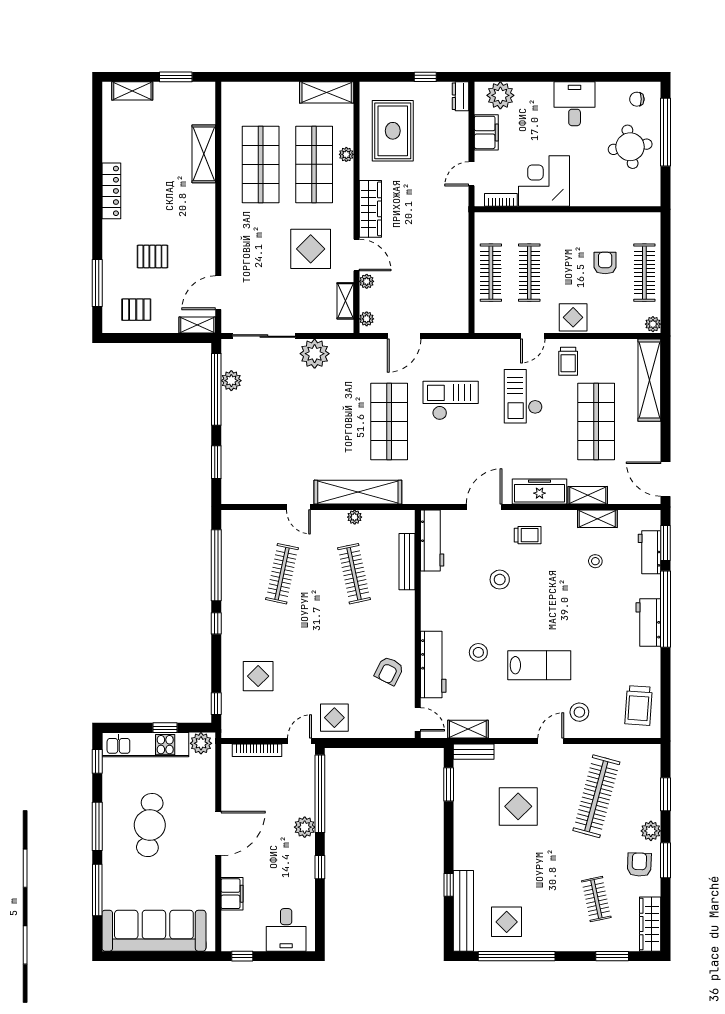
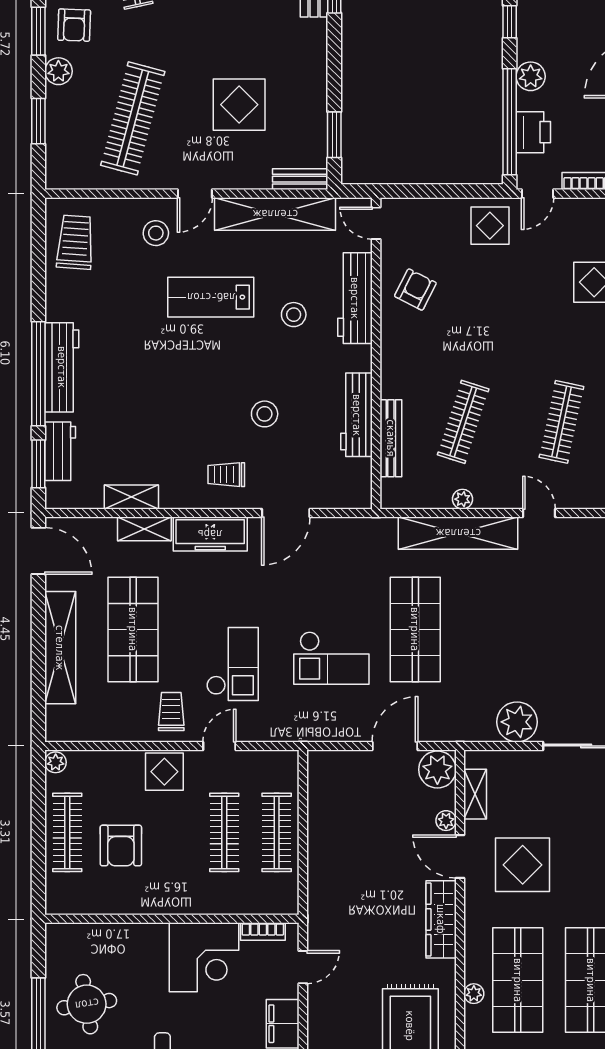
armchair: (605, 263) -> (121, 845), width x1.38, depth x1.38
plant: (367, 319) -> (437, 770), width x1.88, depth x1.88
shelving: (649, 380) -> (60, 648), moved
workbench: (432, 540) -> (357, 415), moved
stool: (595, 561) -> (134, 439), removed
clothes rail: (354, 574) -> (463, 422), turned 30
workbench: (648, 623) -> (62, 367), width x1.37
shelving: (468, 729) -> (275, 214), width x2.20, depth x1.33
printer: (303, 786) -> (533, 132), added

